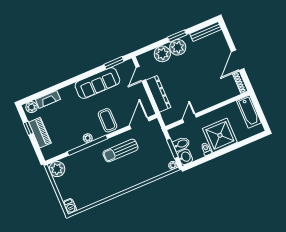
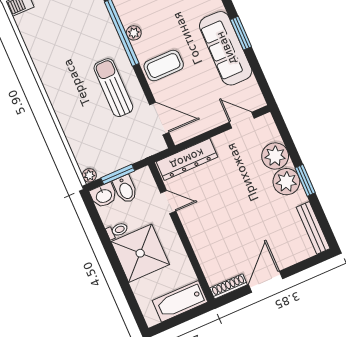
door: (238, 60) -> (266, 282), hinge flipped
window: (114, 63) -> (241, 33), moved
dresser: (158, 94) -> (187, 159), moved

